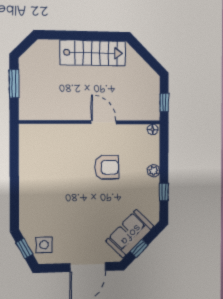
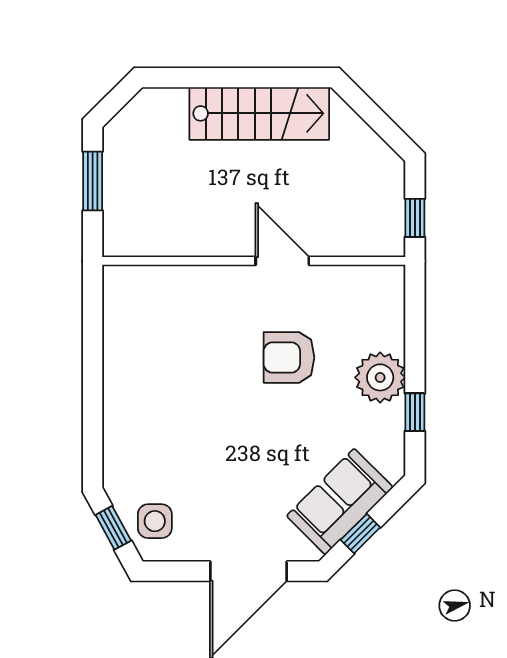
floor lamp: (153, 129) -> (390, 276), removed
armchair: (107, 167) -> (289, 357), turned 180
plant: (154, 171) -> (380, 377), width x1.87, depth x1.87

